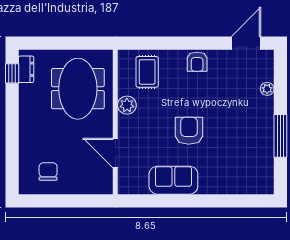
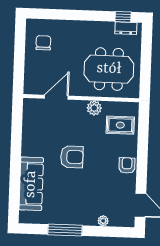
armchair: (197, 62) -> (127, 165), turned 90
chair: (48, 171) -> (43, 43), turned -90
sofa: (173, 180) -> (31, 184), moved, width x1.36

